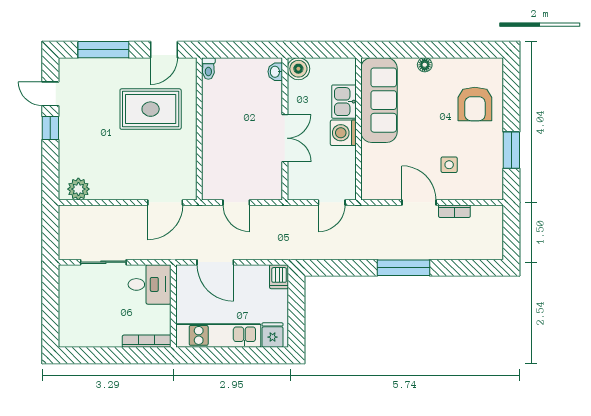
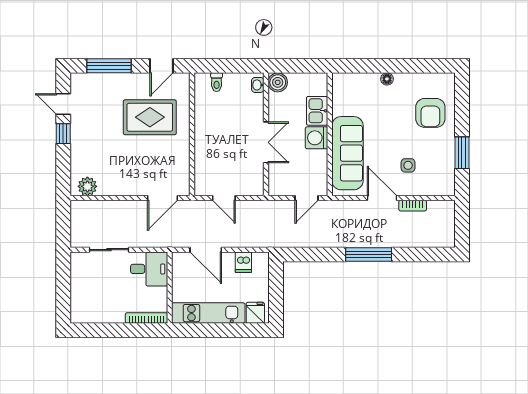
toilet: (208, 69) -> (217, 82), moved
sofa: (379, 100) -> (347, 153), moved
dishwasher: (279, 277) -> (243, 262), moved

